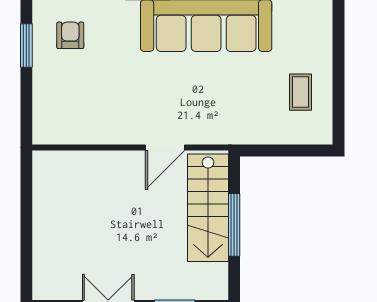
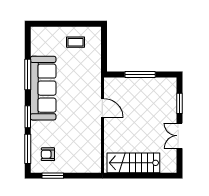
stairs: (208, 208) -> (133, 163), moved, turned 180

